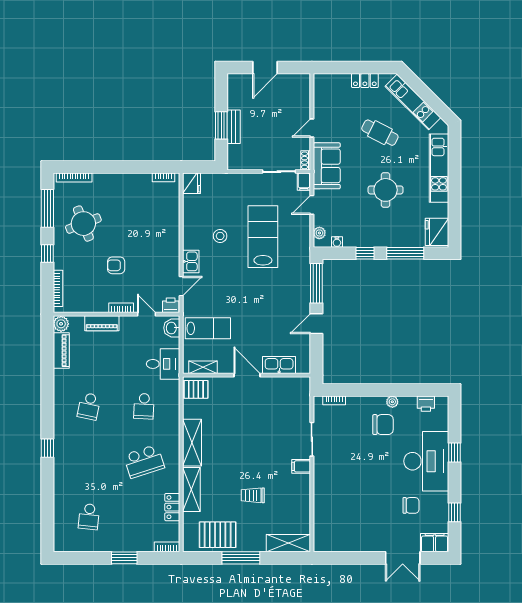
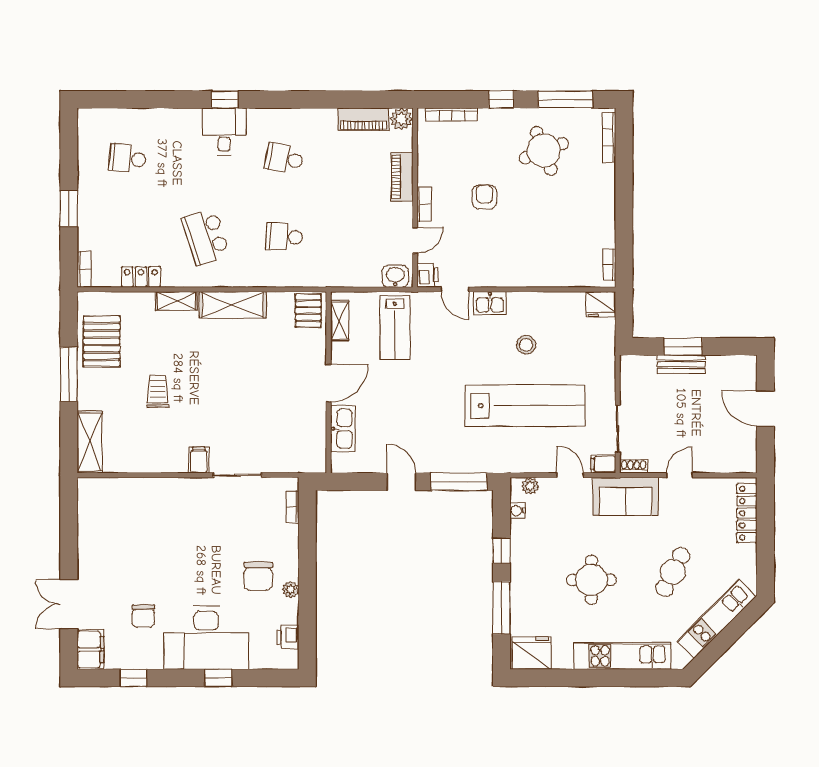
locker: (365, 81) -> (747, 513), moved, width x1.53
door: (312, 128) -> (679, 475), hinge flipped
lab bench: (263, 237) -> (525, 406), width x1.36
desk: (163, 364) -> (224, 131), moved, turned 180
shelving: (191, 489) -> (176, 301), width x0.67, depth x0.75

